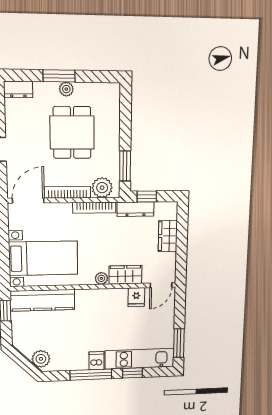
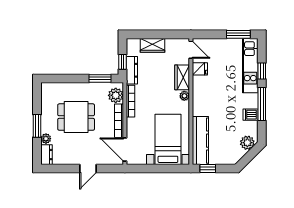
plant: (66, 89) -> (46, 139), moved
dishwasher: (96, 361) -> (250, 115), moved

